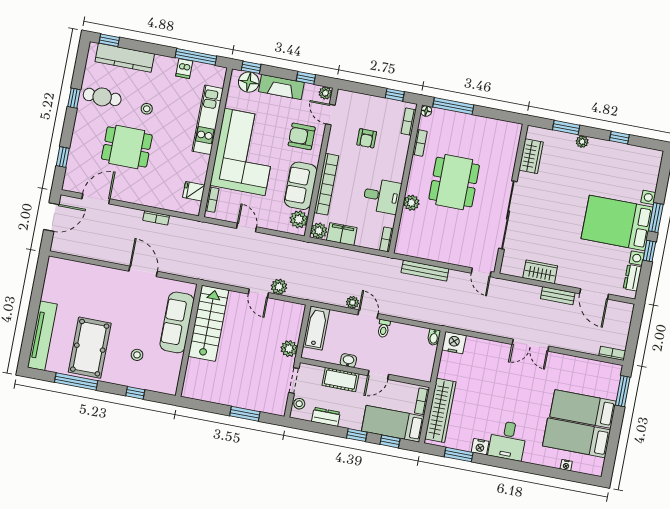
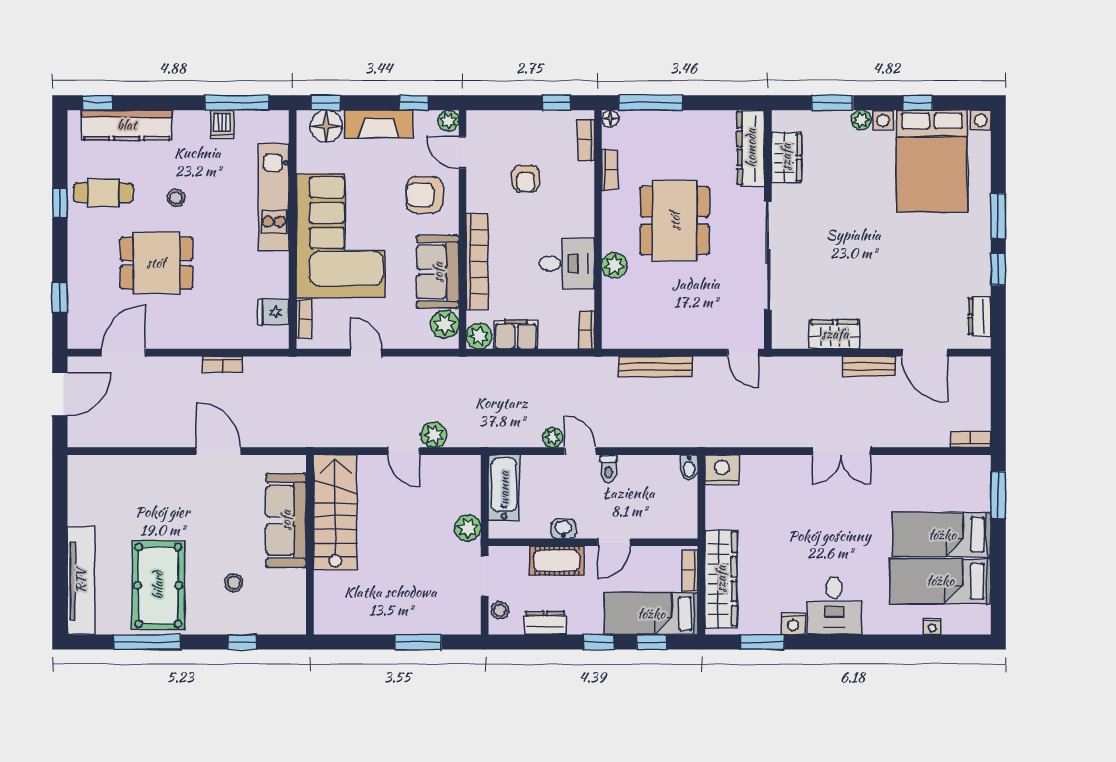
dresser: (510, 146) -> (751, 148), added
bed with nightstands: (617, 223) -> (932, 161), moved, turned -90

